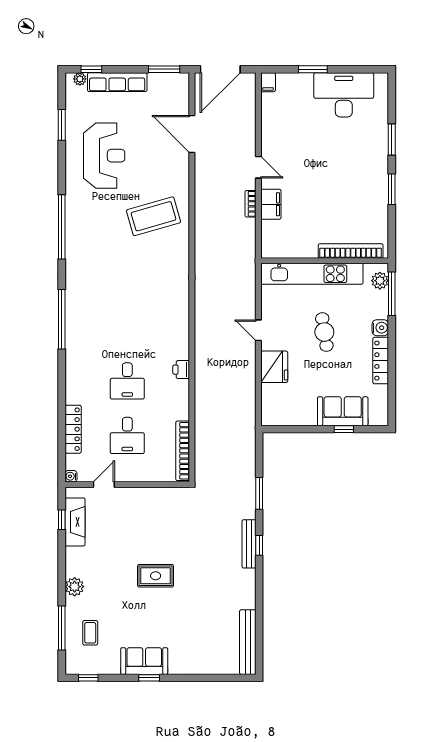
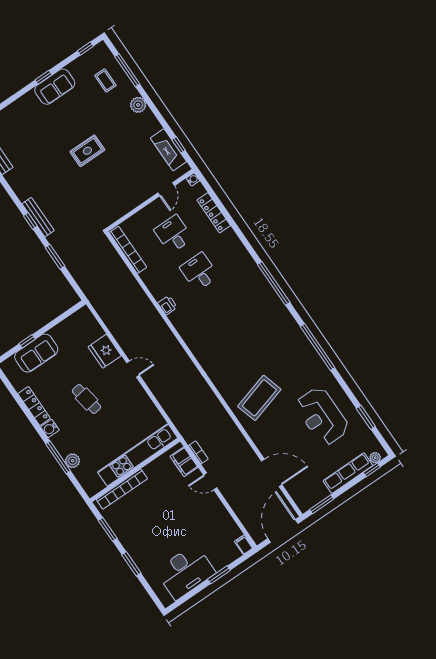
bookcase: (351, 251) -> (122, 489), moved
wall: (325, 261) -> (135, 470), moved
kitchen unit: (312, 274) -> (138, 455), moved

